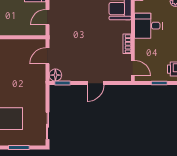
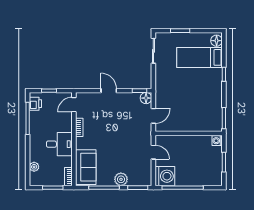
door: (47, 17) -> (153, 152), hinge flipped
door: (133, 68) -> (74, 105), hinge flipped
door: (95, 83) -> (109, 91), hinge flipped

